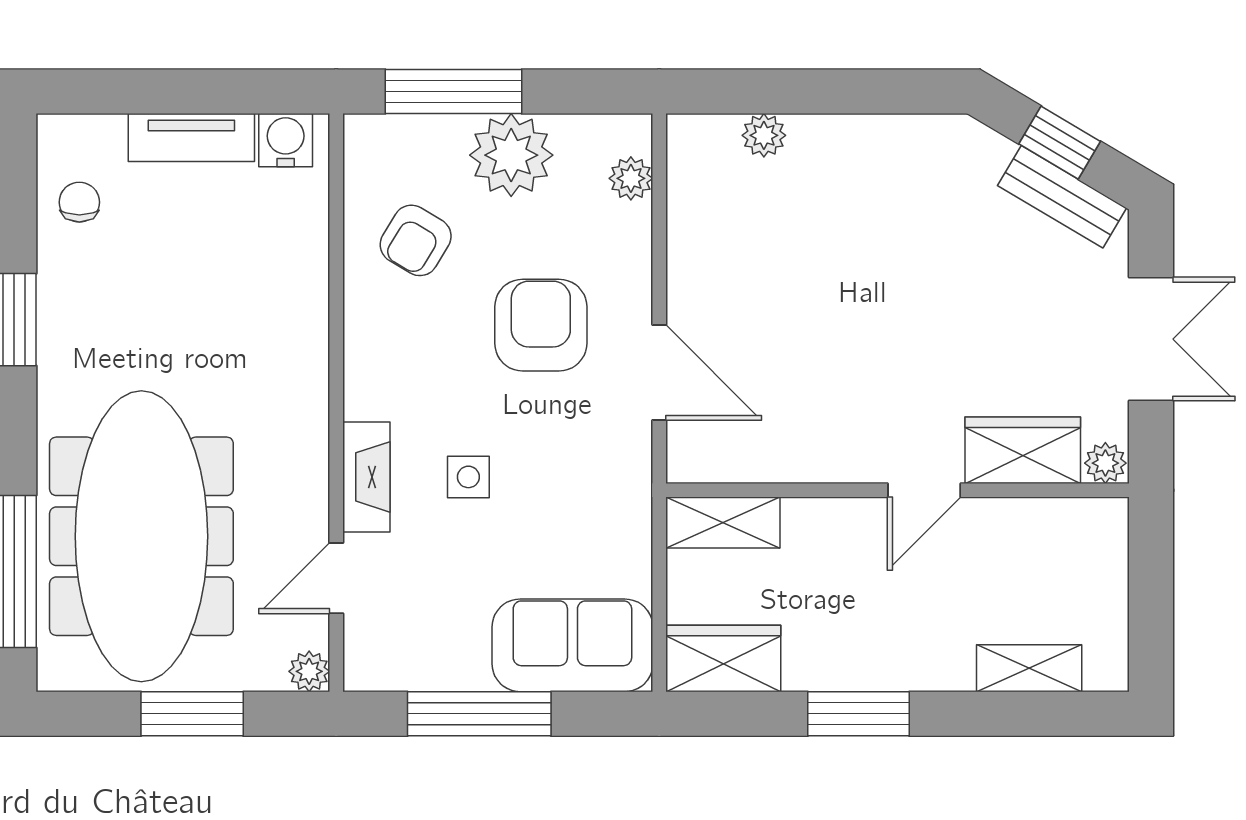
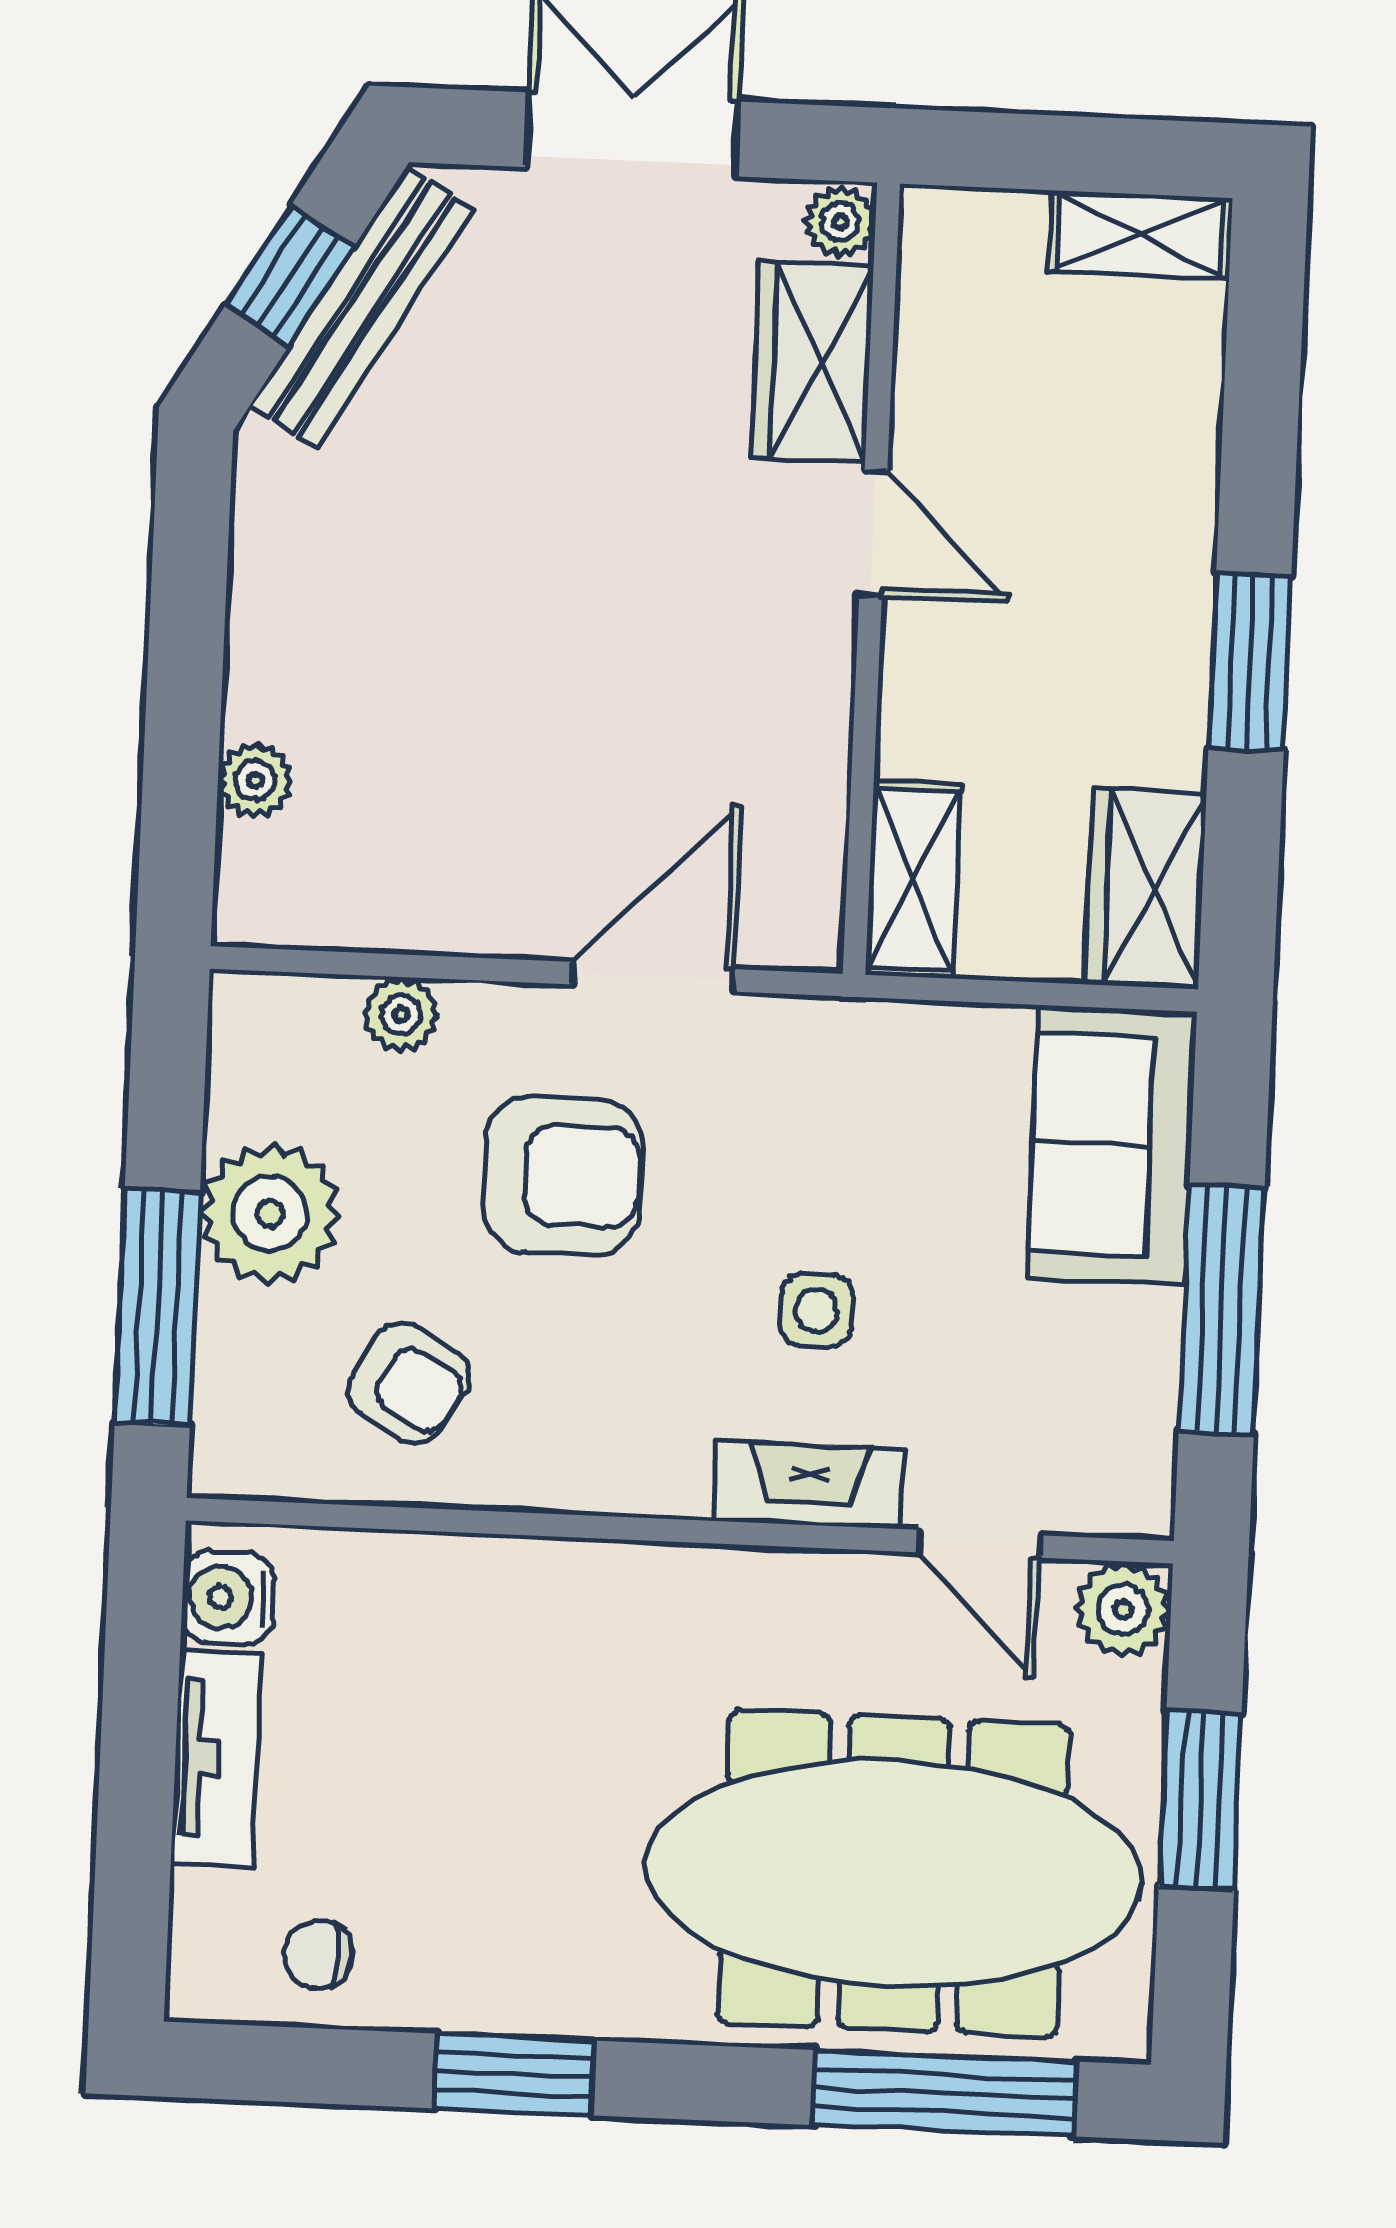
plant: (631, 178) -> (401, 1014), moved
bench: (1062, 197) -> (361, 308), width x1.36
armchair: (541, 325) -> (563, 1176), turned 180
shelving: (1029, 668) -> (1140, 234), moved, turned 90
plant: (309, 671) -> (1123, 1609), width x1.38, depth x1.38

